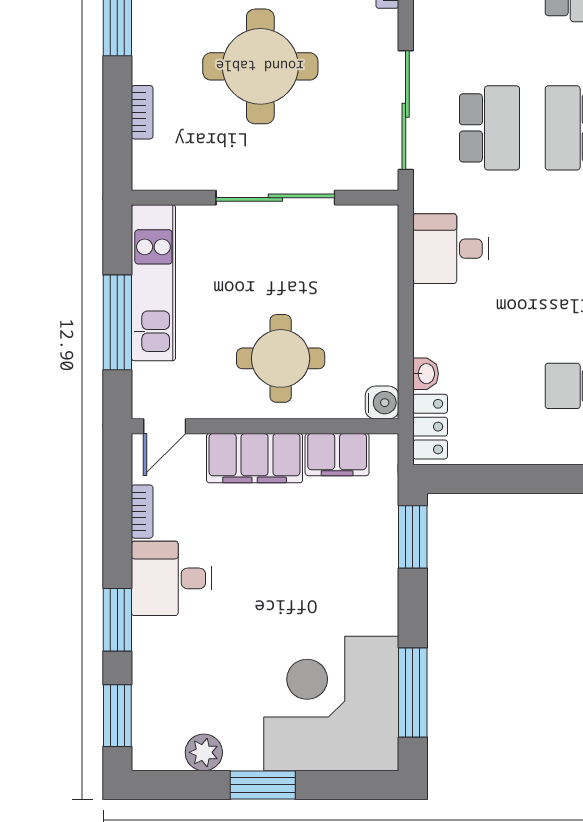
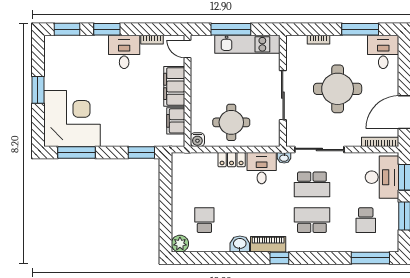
round table: (281, 358) -> (231, 122), moved
washbasin: (426, 374) -> (284, 158), moved
locker: (430, 427) -> (232, 160), moved
plant: (204, 752) -> (52, 65), removed

